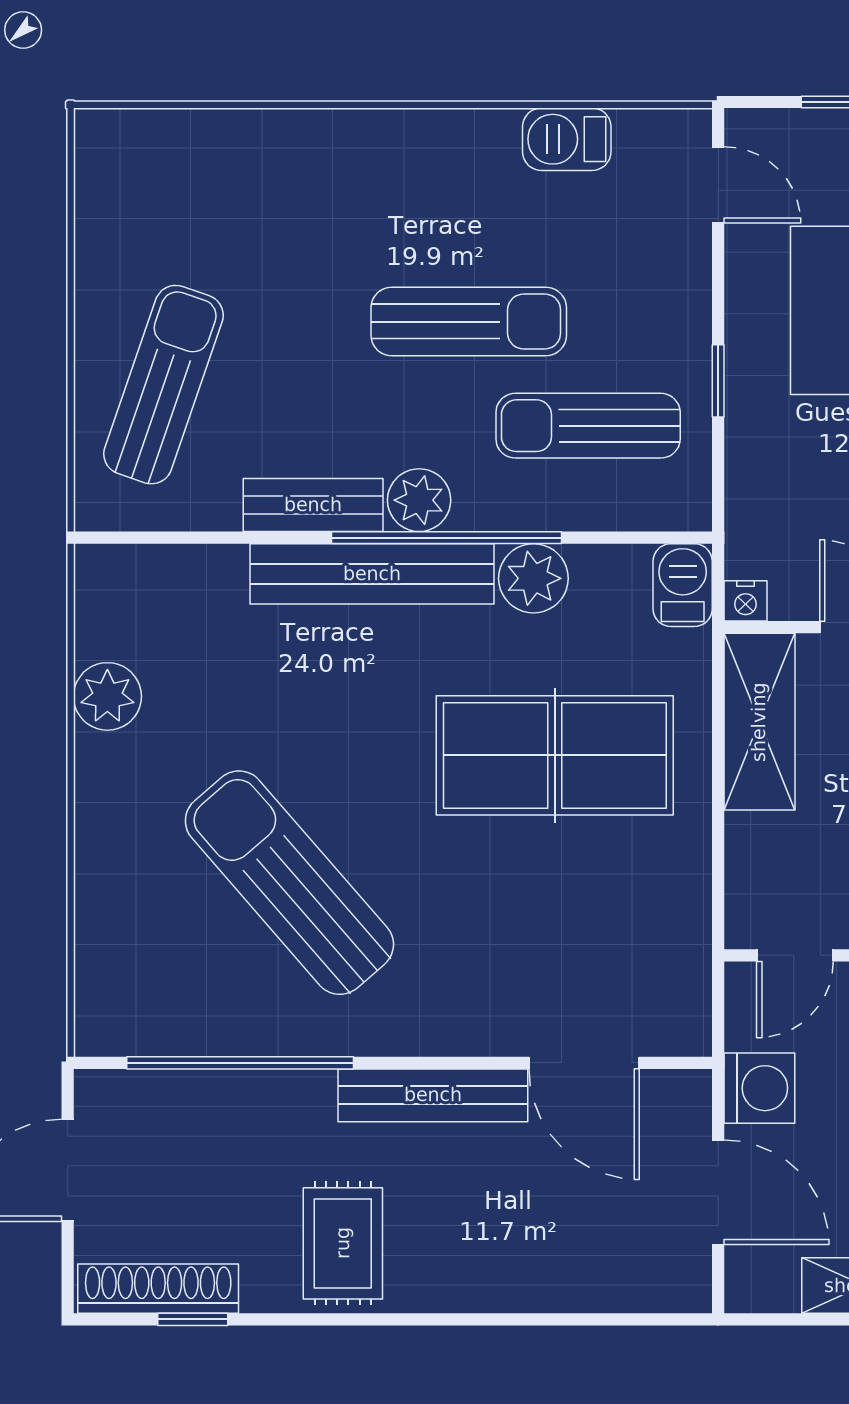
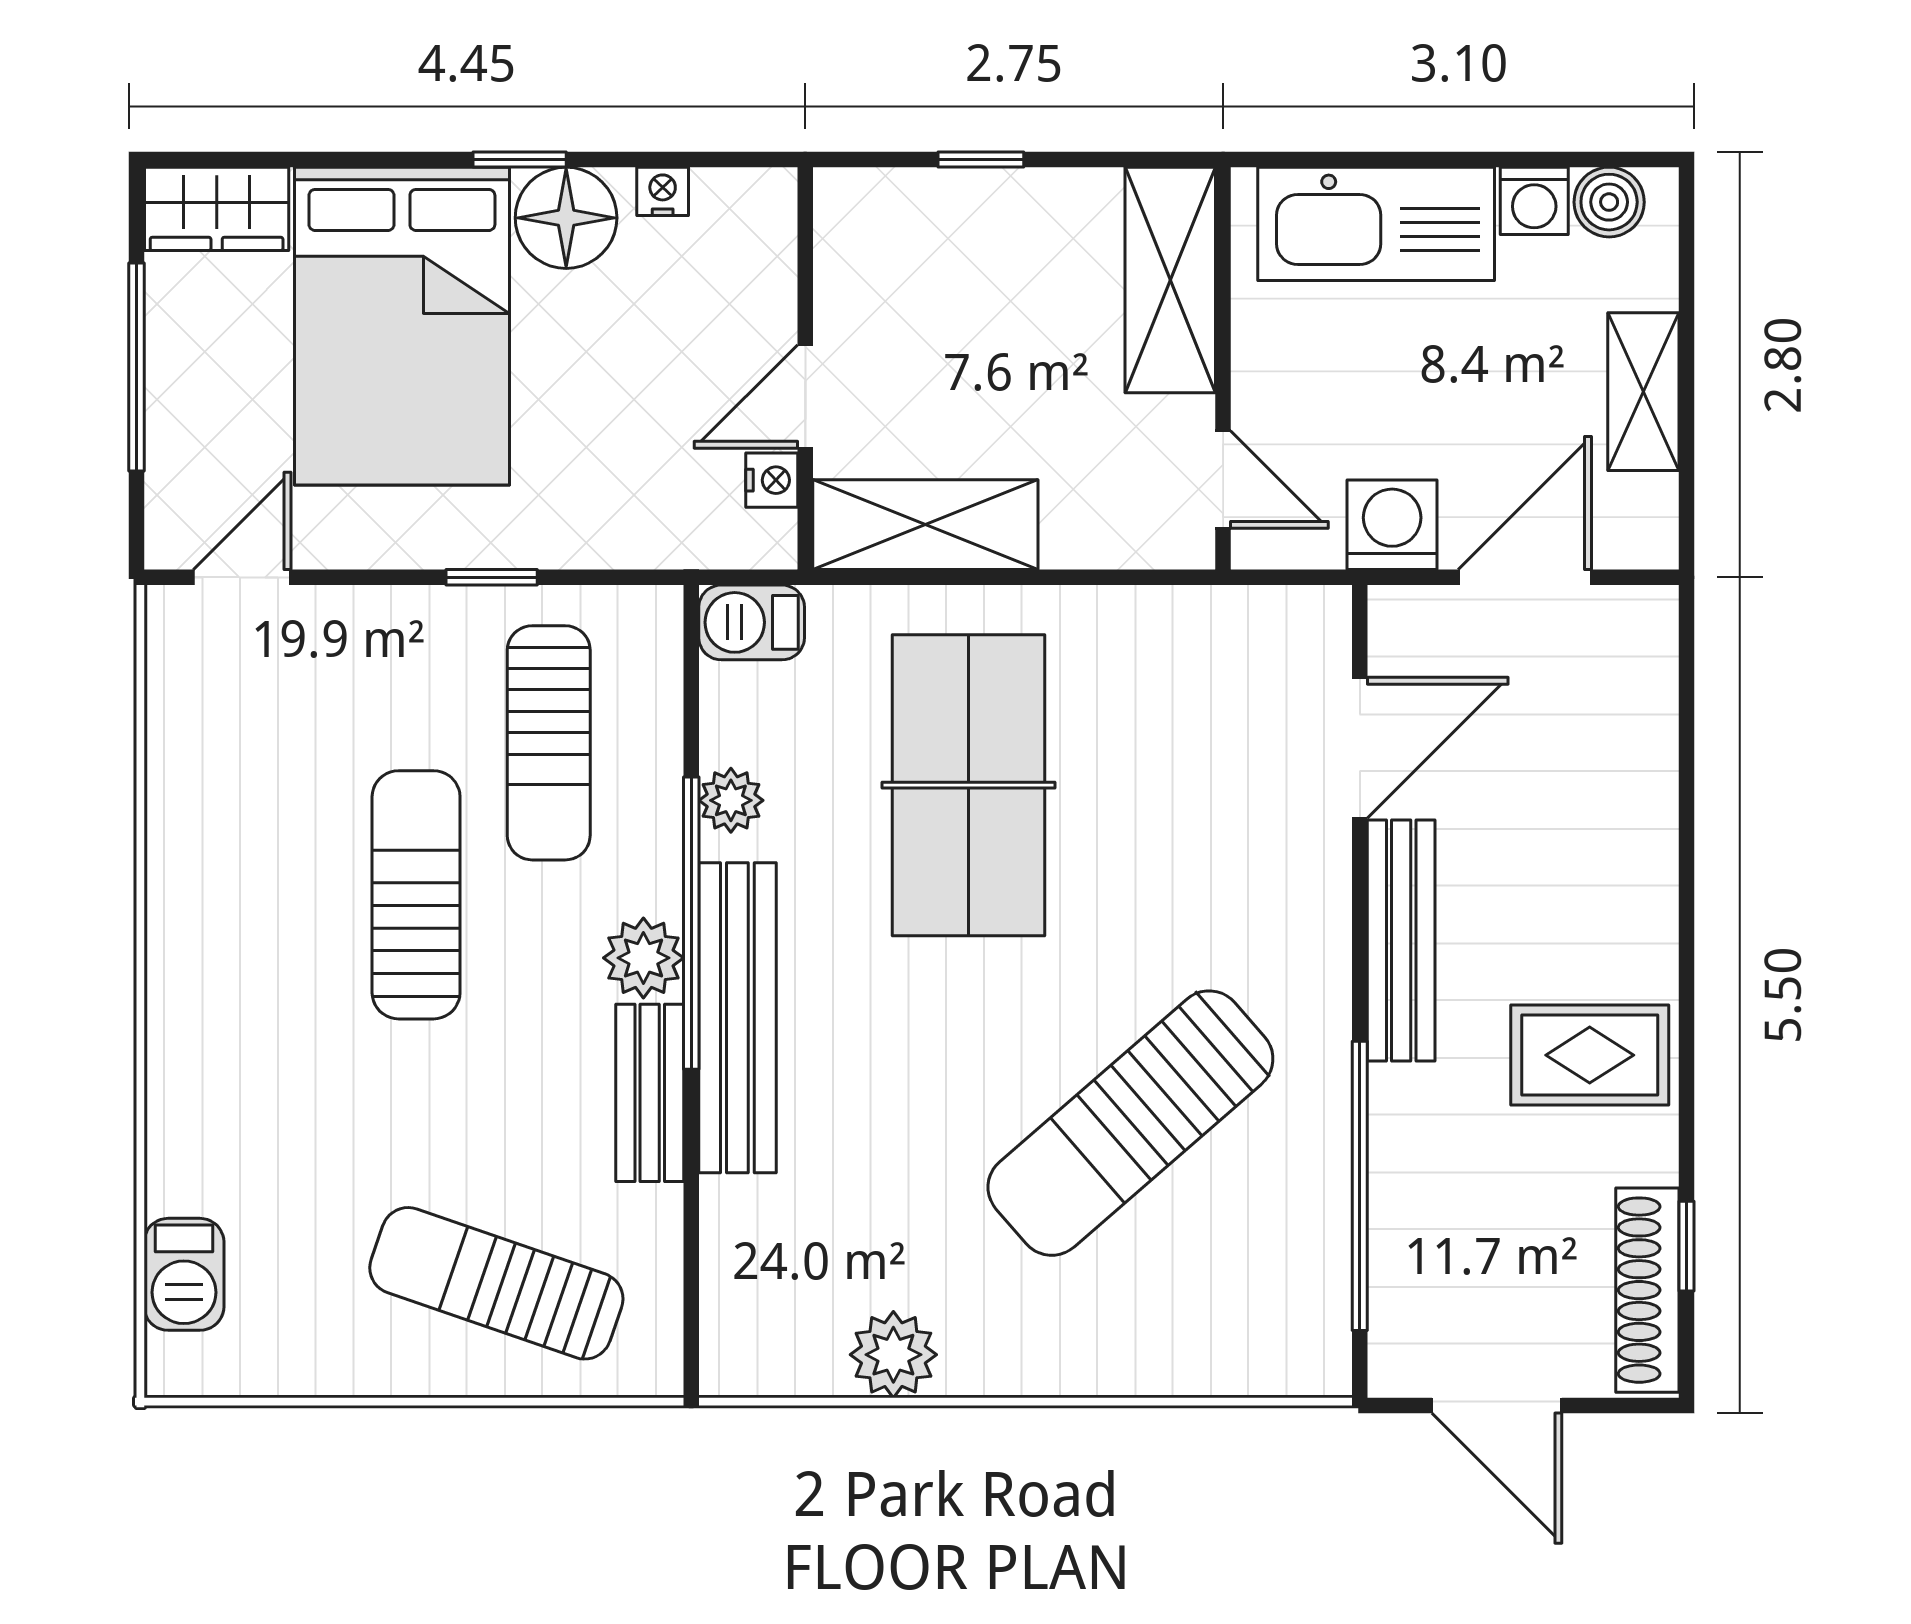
barbecue: (567, 139) -> (184, 1274), moved
plant: (533, 578) -> (731, 800), width x0.73, depth x0.73
nightstand: (745, 601) -> (772, 480), moved

